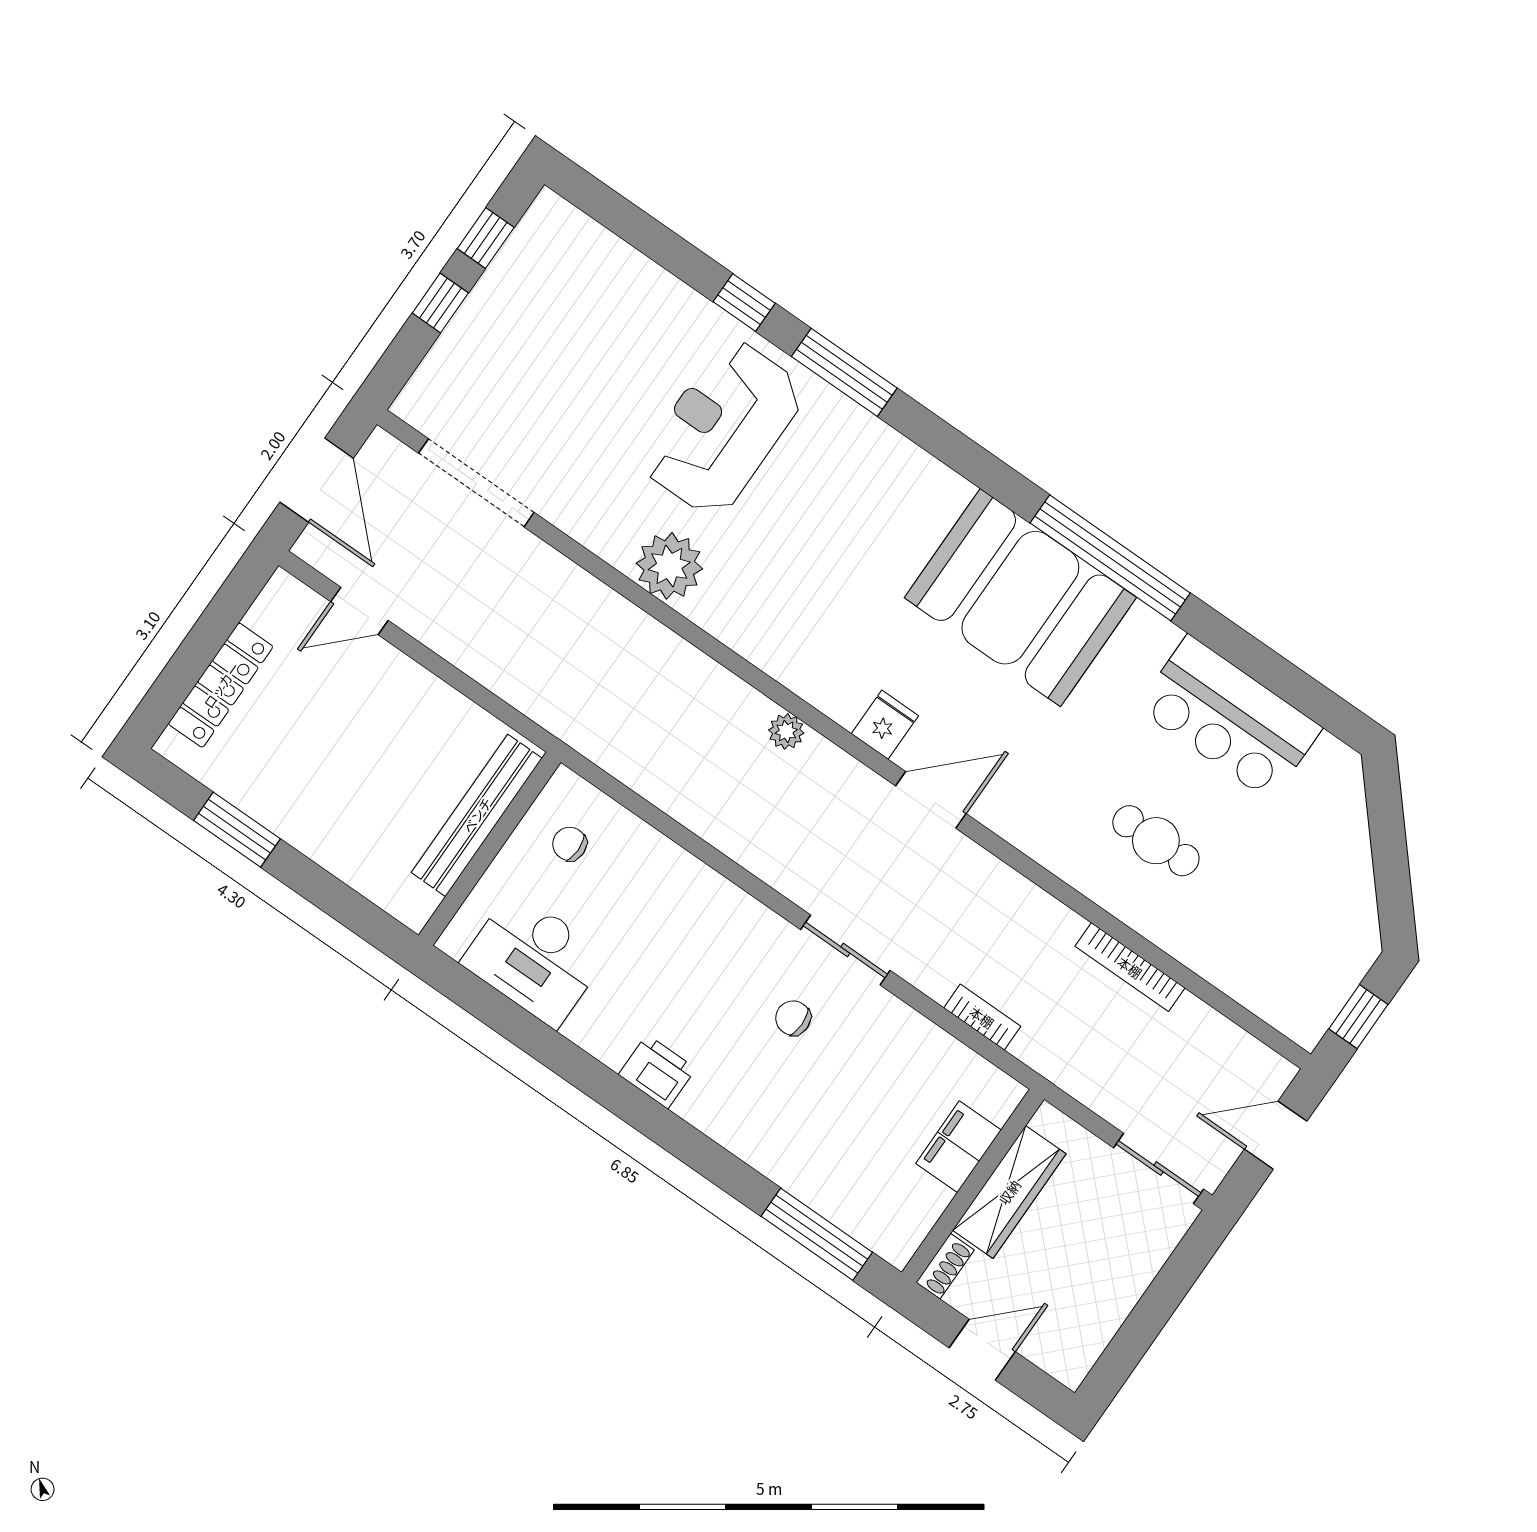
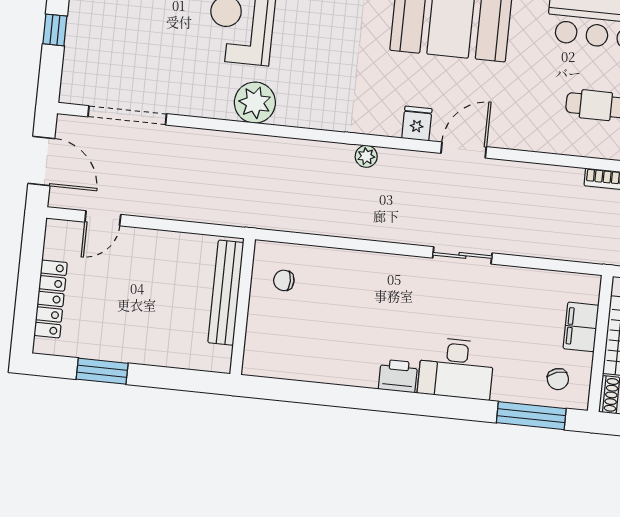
desk: (534, 959) -> (456, 368), moved
bookcase: (982, 1017) -> (555, 251), removed
chair: (793, 1018) -> (558, 379), moved, turned -108

